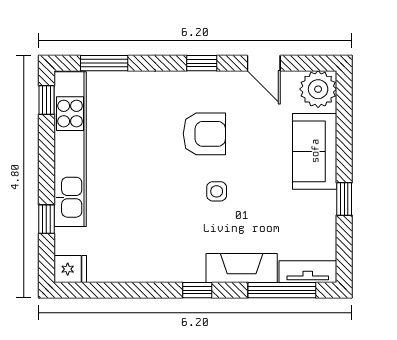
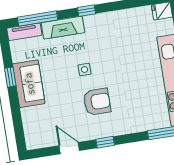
plant: (318, 89) -> (35, 138), removed
armchair: (204, 134) -> (97, 102), turned 180
sofa: (315, 151) -> (29, 84), moved

